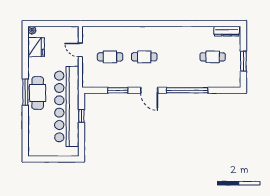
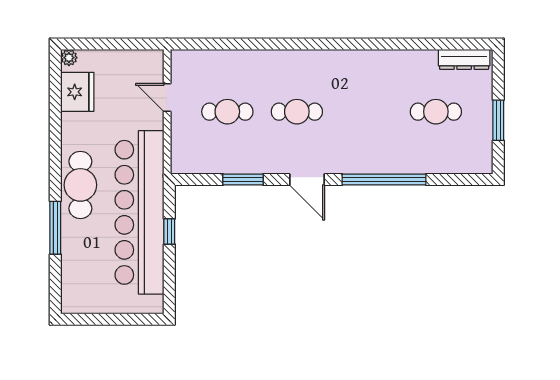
window: (25, 92) -> (55, 228), moved

